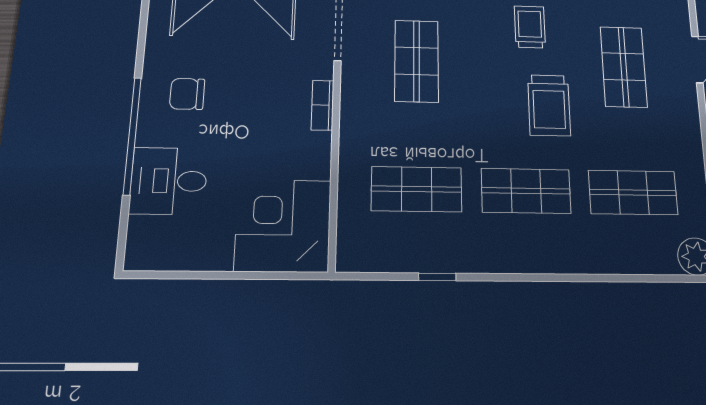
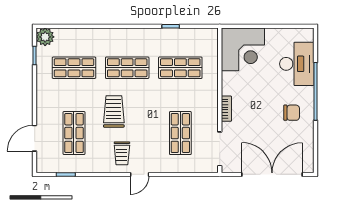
desk: (169, 181) -> (297, 64), width x1.37

